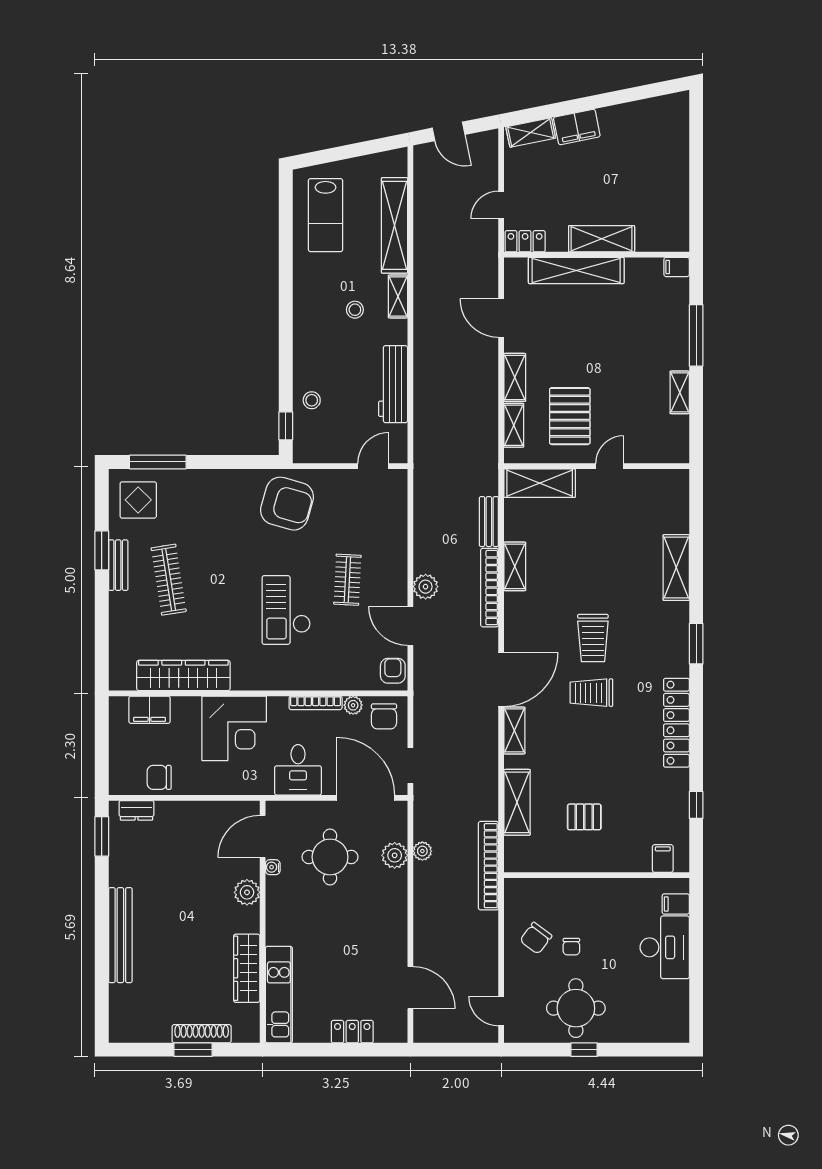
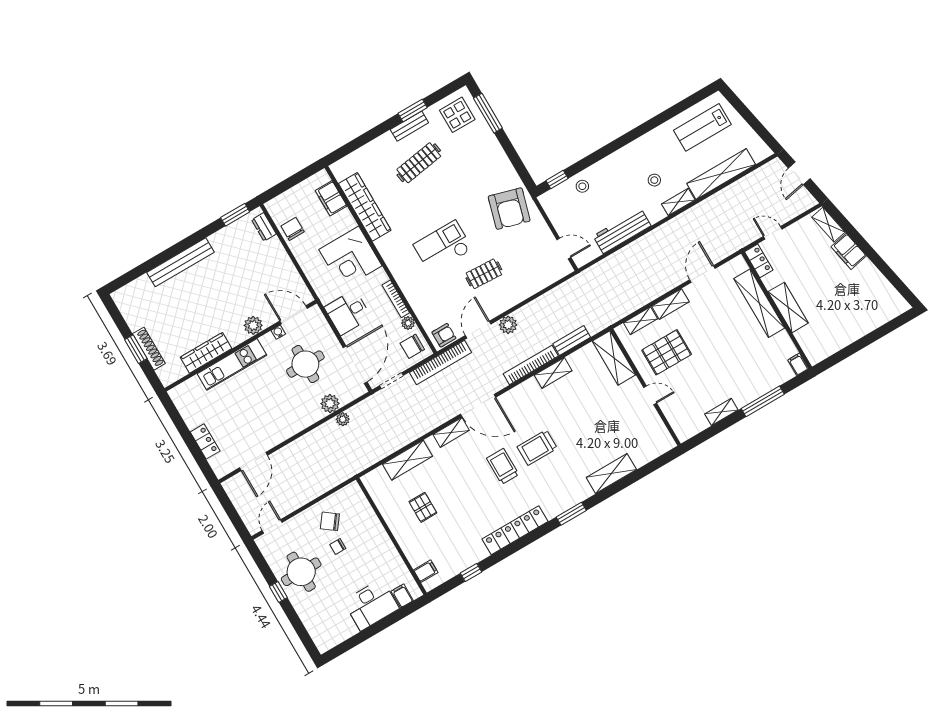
bookcase: (488, 866) -> (440, 362), moved, turned 180
kitchen unit: (279, 995) -> (232, 364), moved

